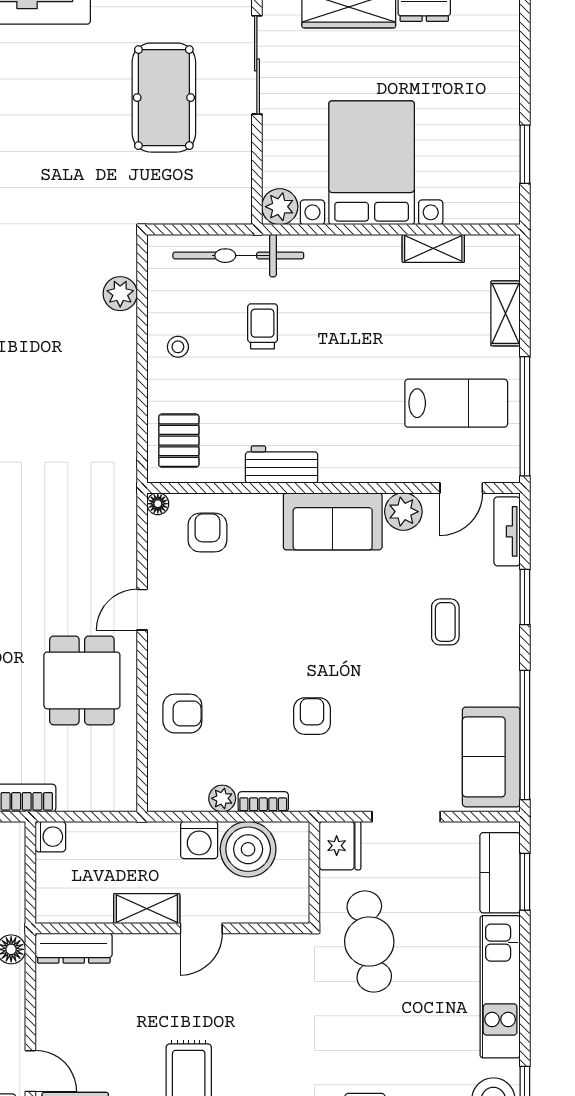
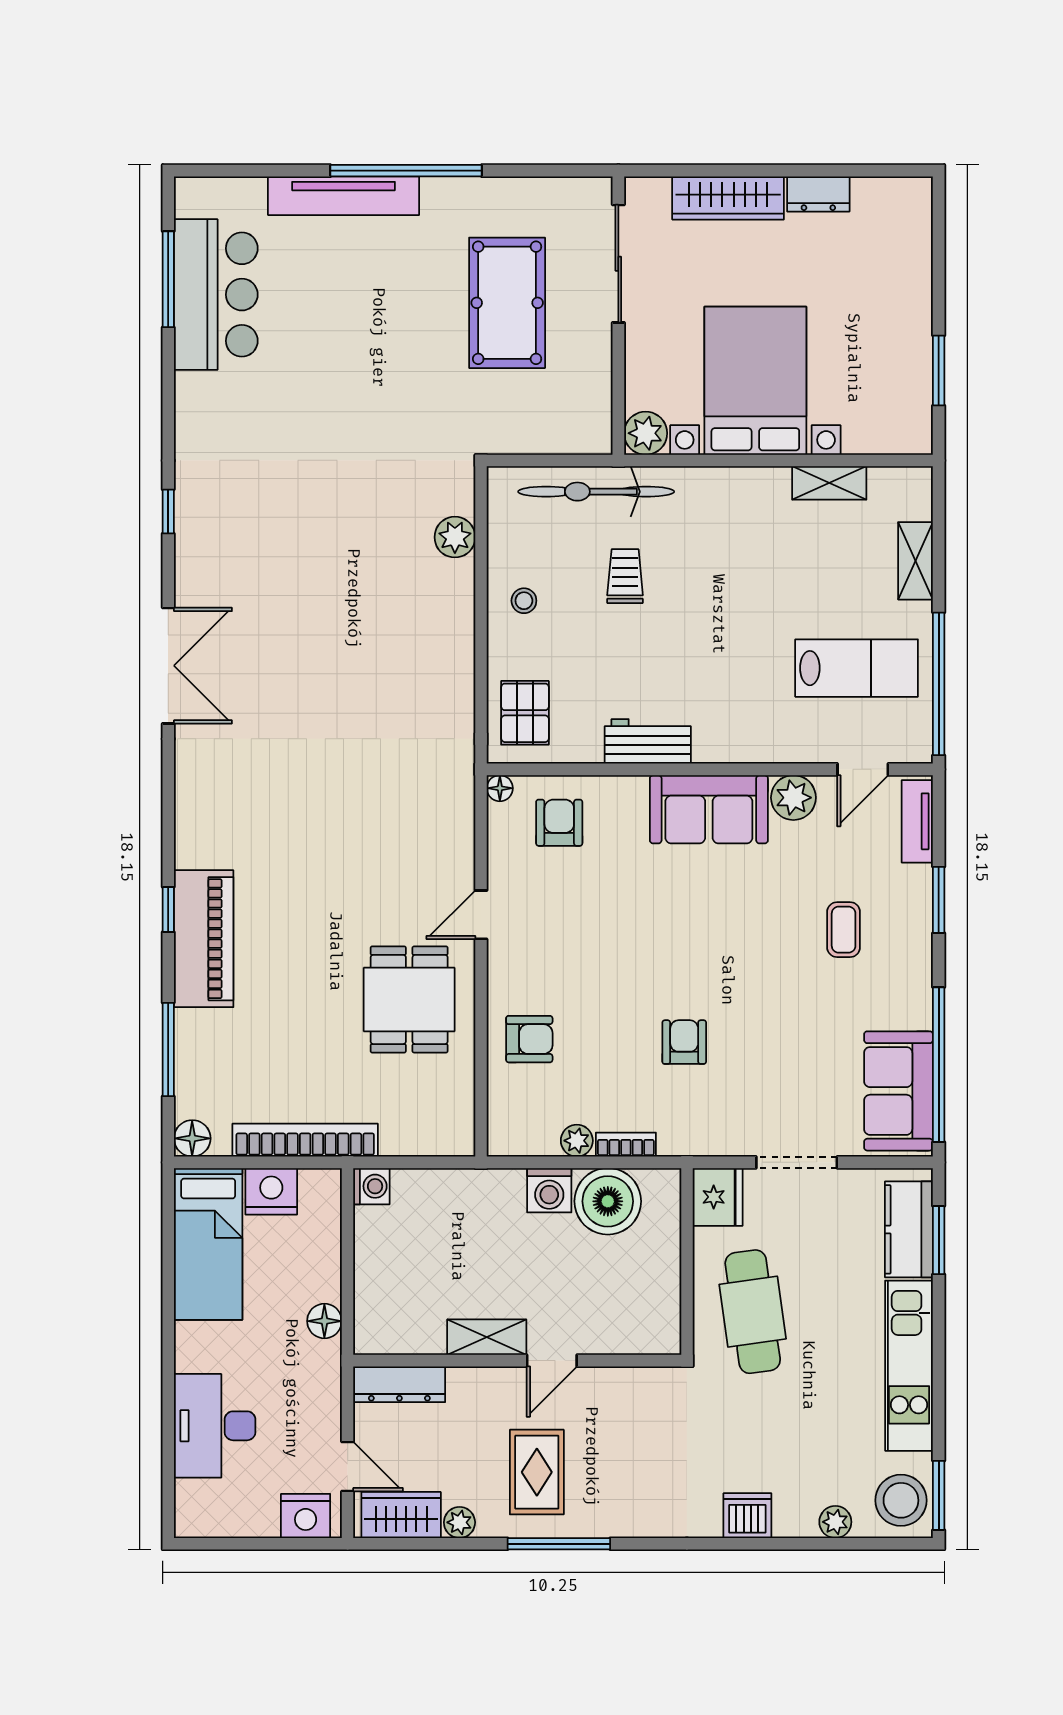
shelving: (147, 909) -> (487, 1337), moved
wall: (172, 928) -> (517, 1361), moved
door: (201, 928) -> (552, 1361), moved
dresser: (74, 948) -> (399, 1384), moved

